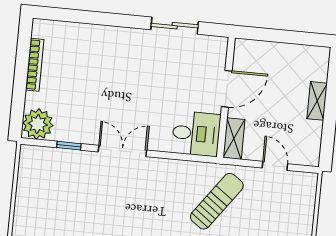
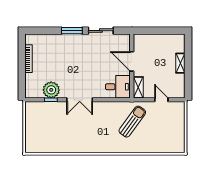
window: (121, 20) -> (72, 31), added
door: (227, 89) -> (132, 61), swing flipped
plant: (38, 124) -> (51, 90), moved
double door: (122, 151) -> (80, 100), swing flipped

